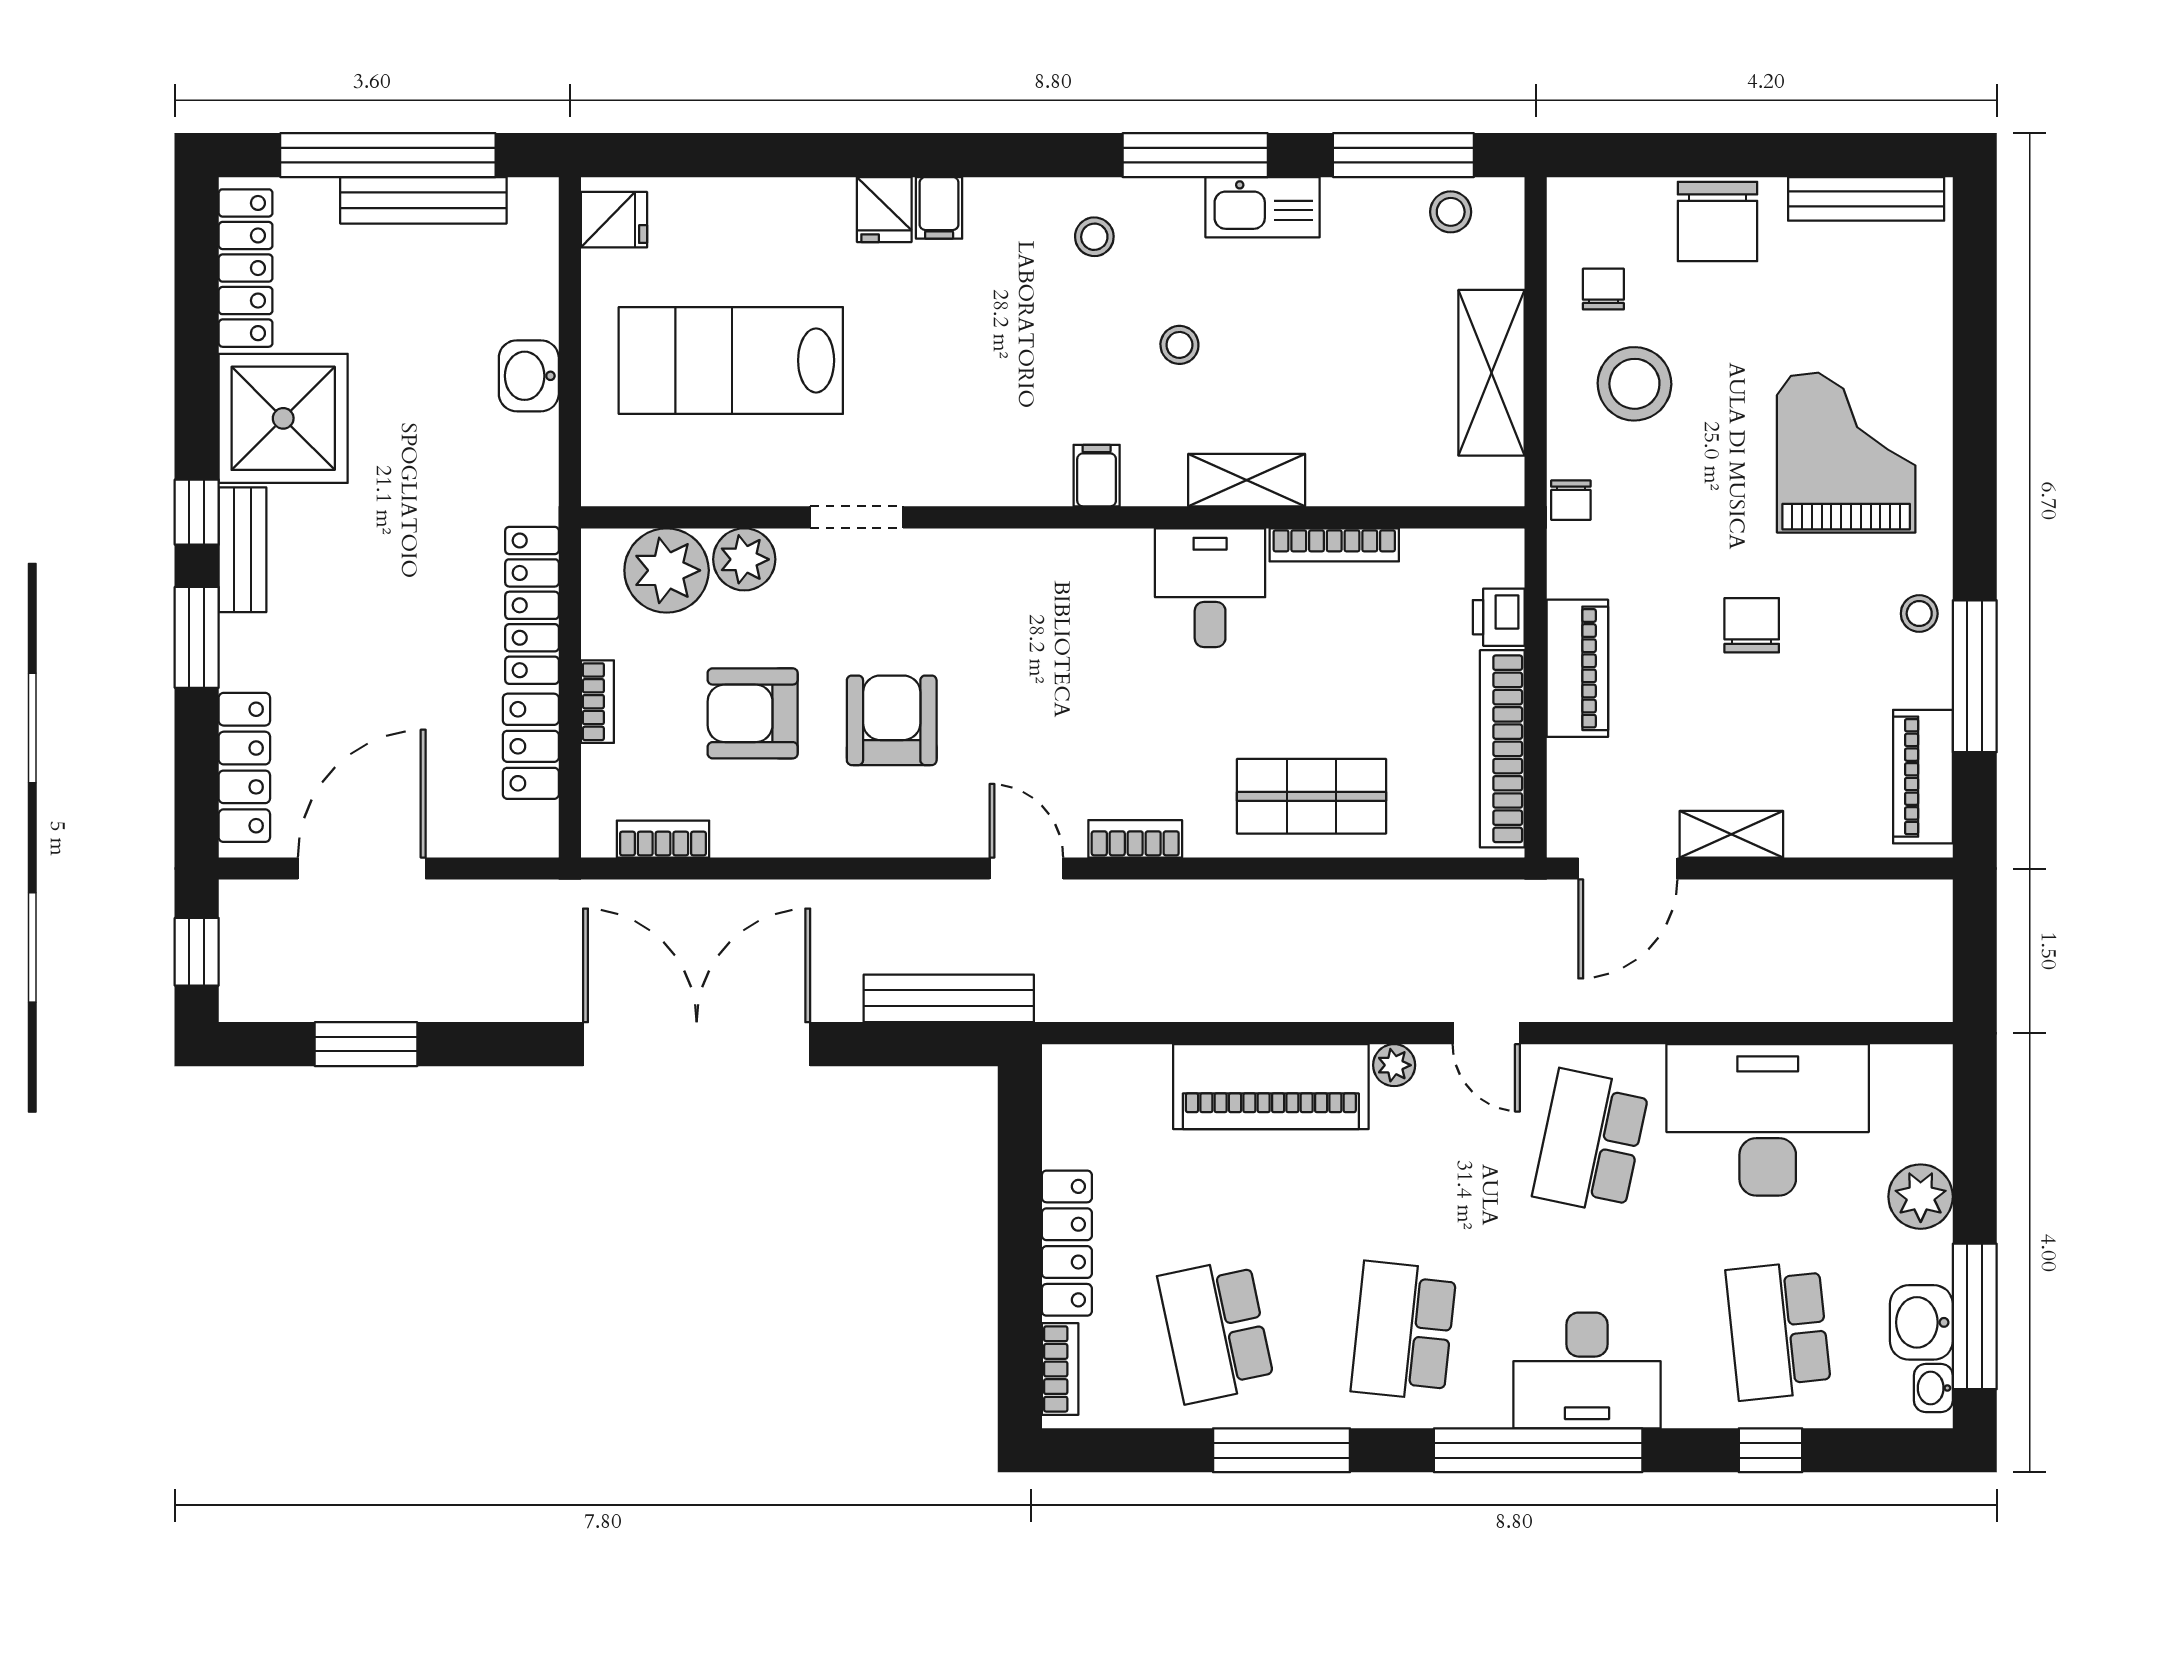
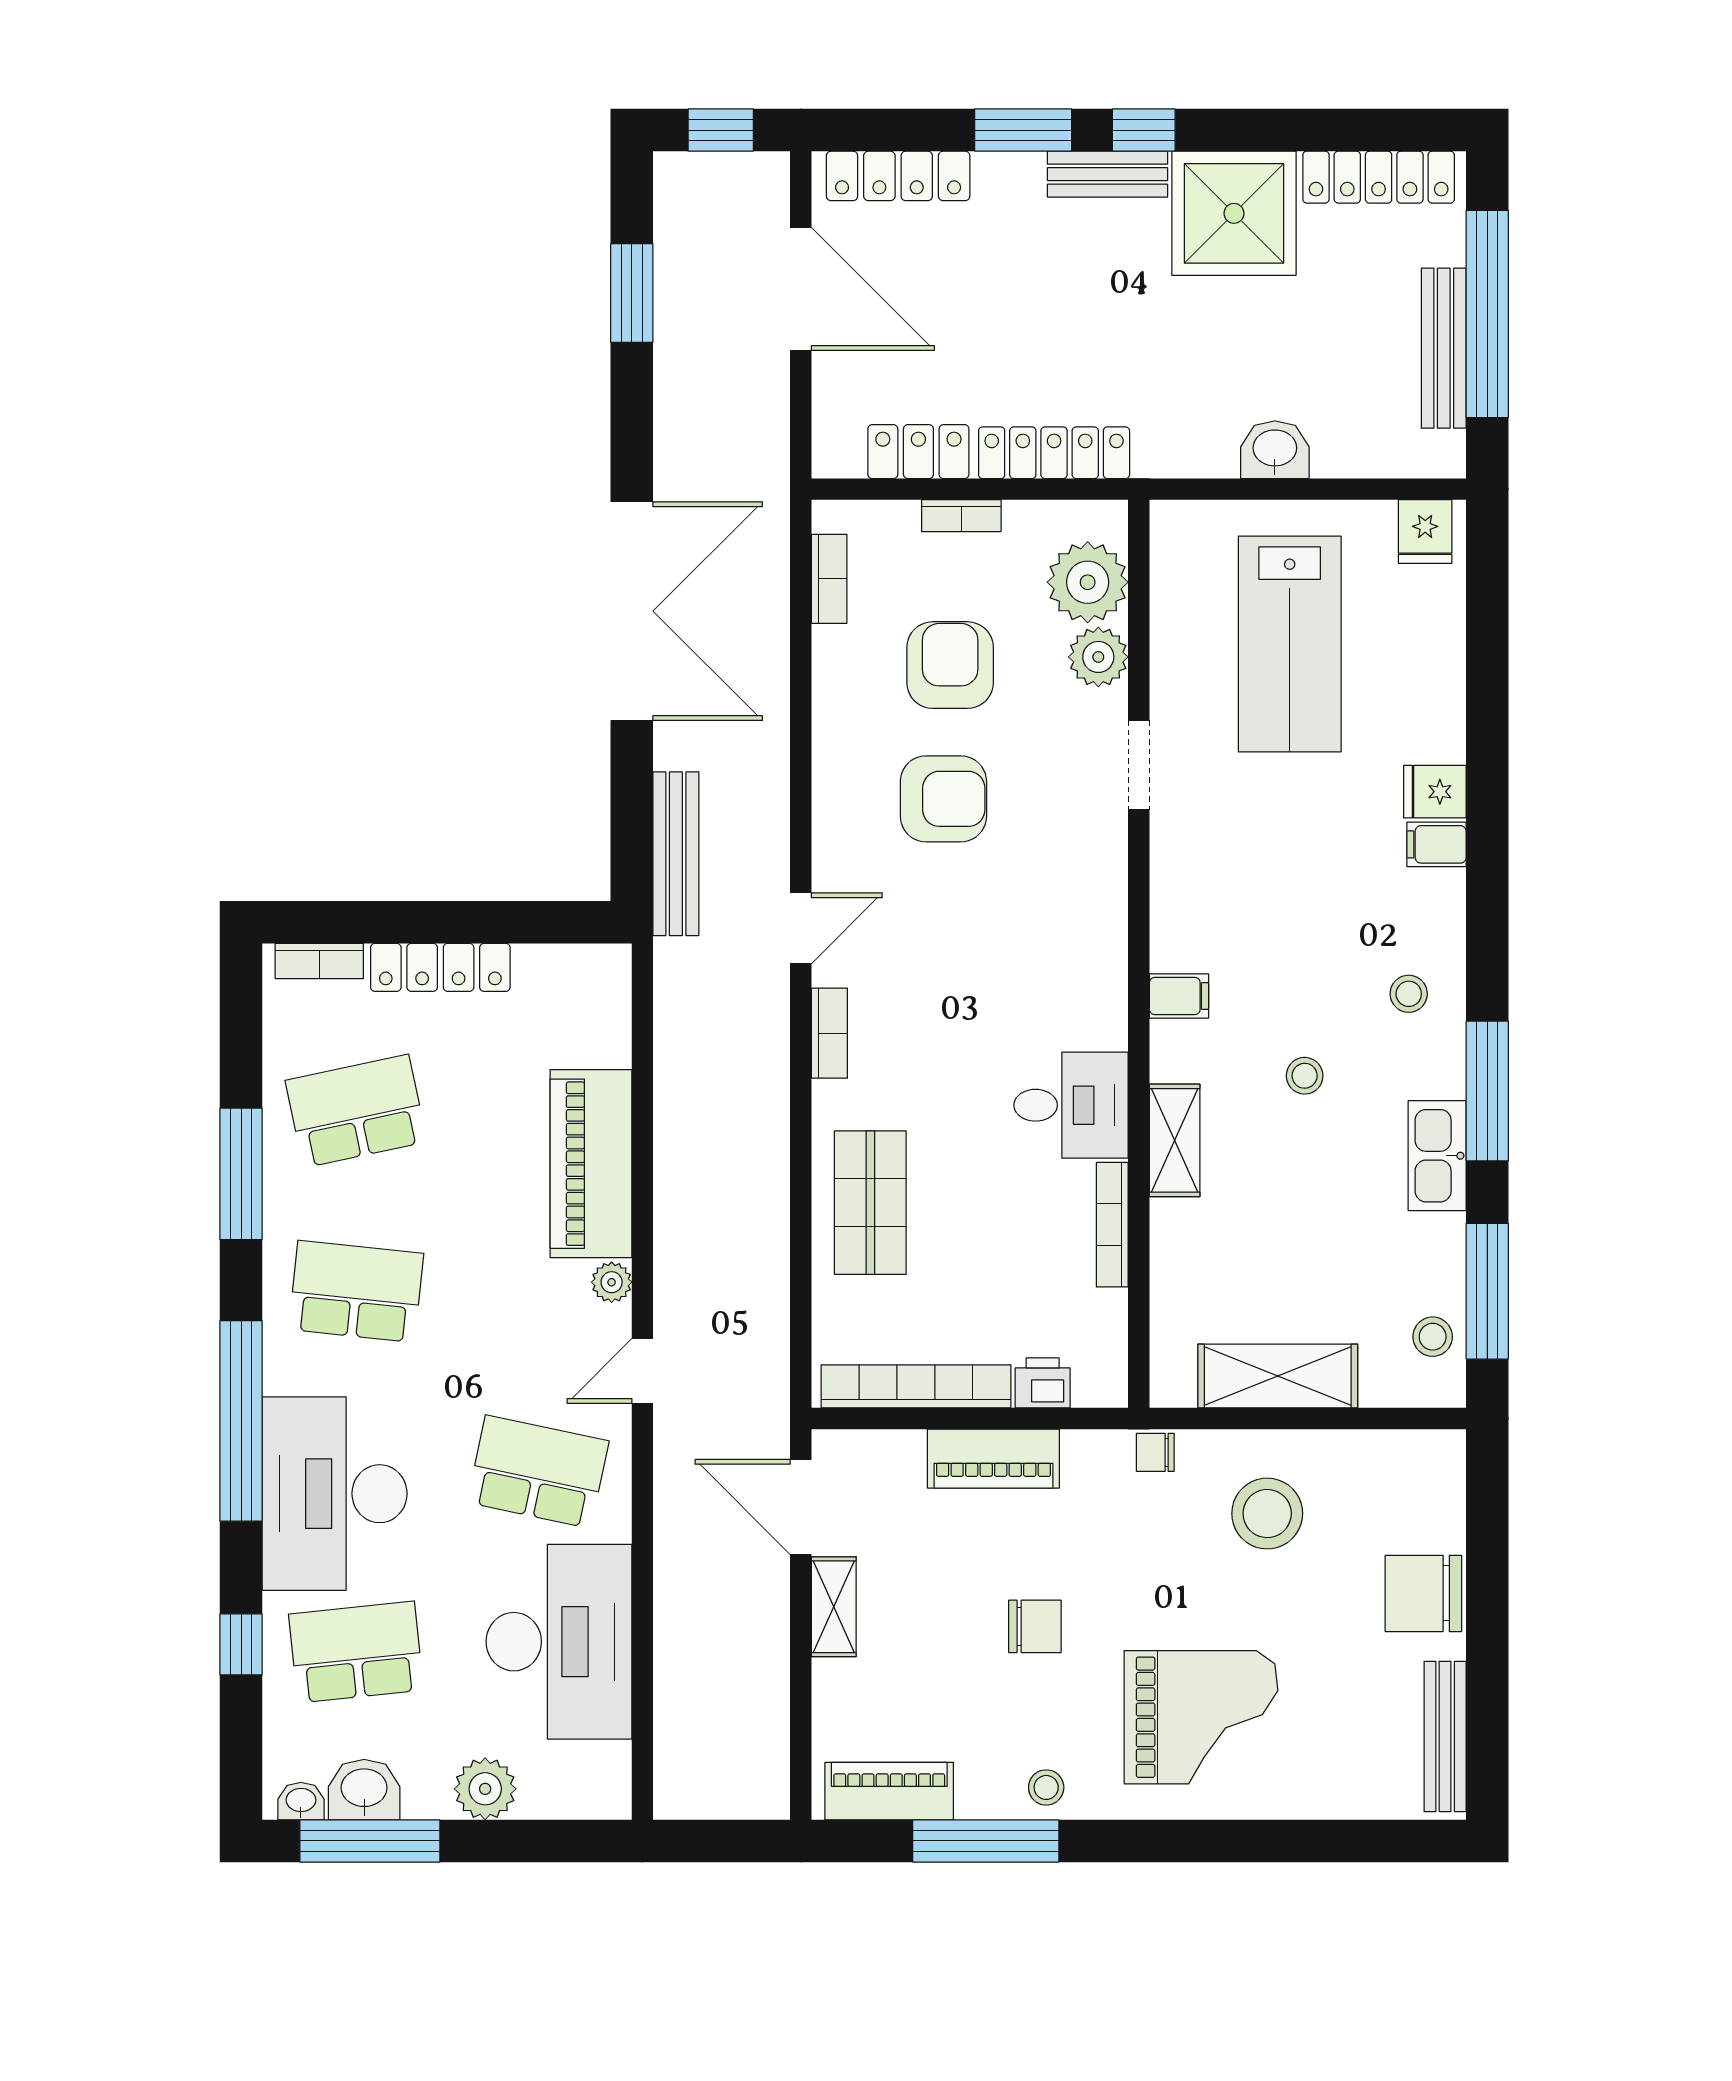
chair: (1603, 289) -> (1358, 1484), removed
lab bench: (731, 360) -> (1290, 644), turned 180
desk: (1587, 1370) -> (335, 1494), width x1.36, depth x1.30

